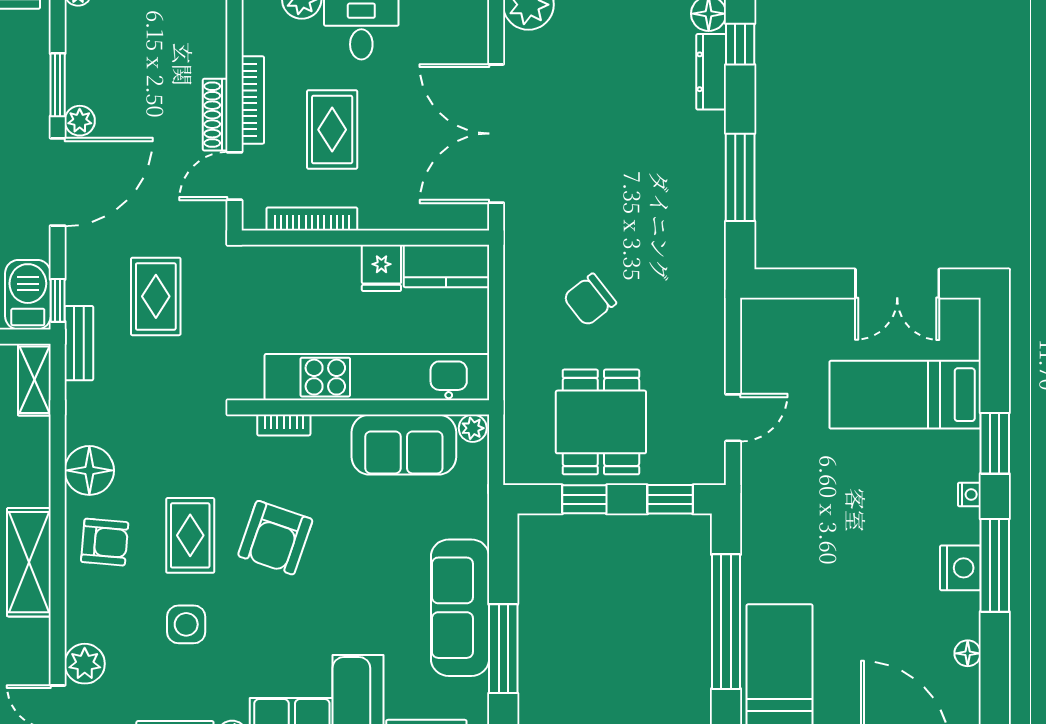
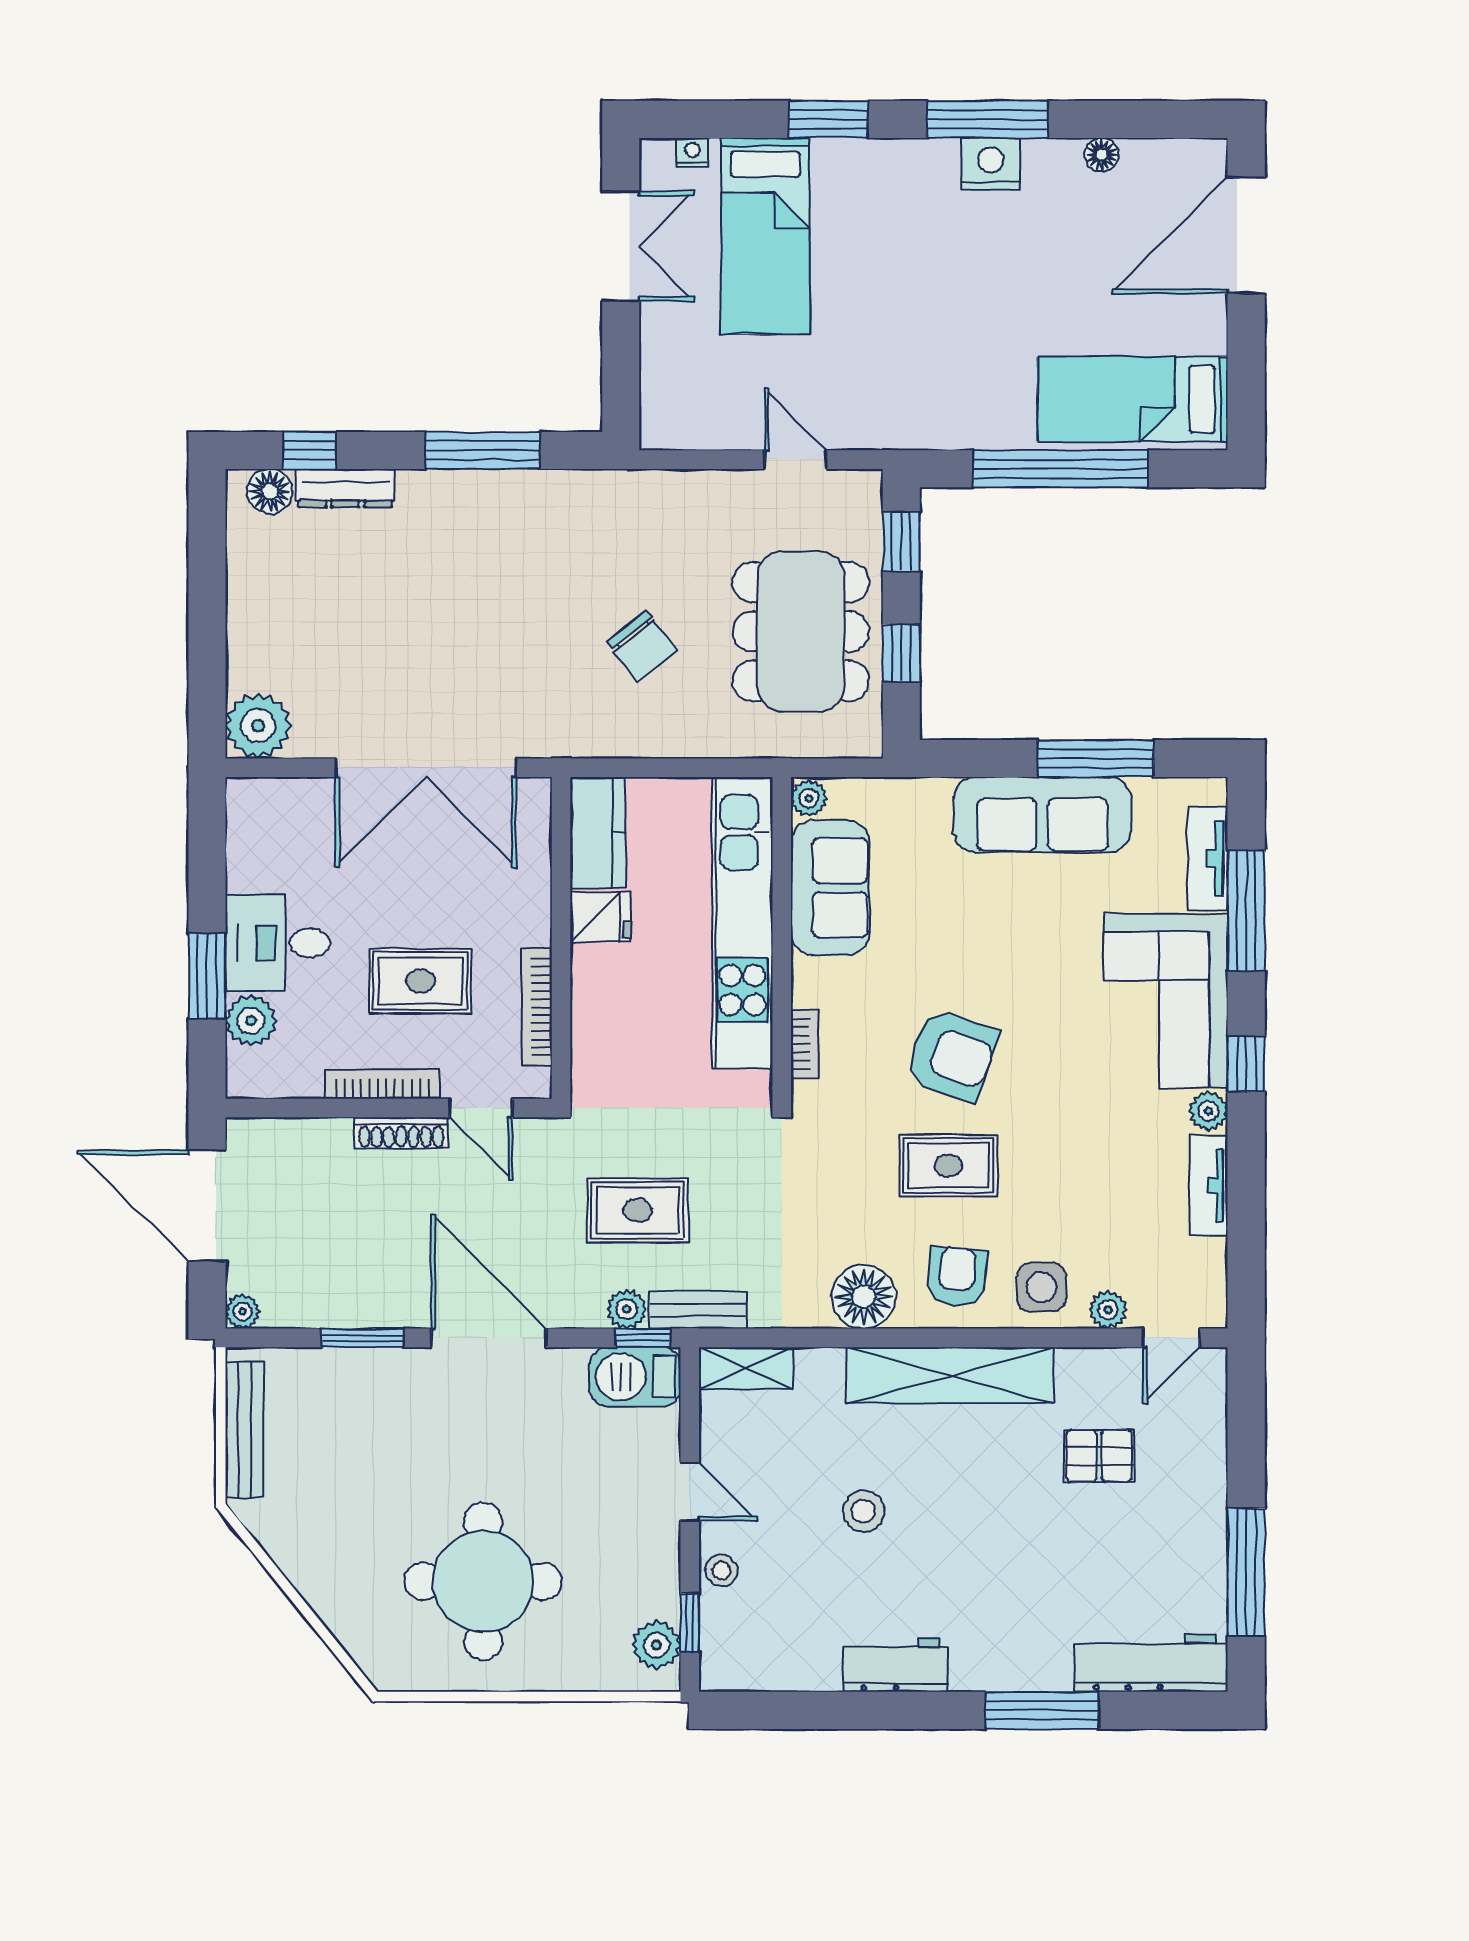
plant: (80, 121) -> (627, 1309), moved
dining table: (601, 422) -> (801, 631), width x1.38
nightstand: (969, 494) -> (692, 152), moved
shelving: (29, 562) -> (950, 1375), width x1.47
side table: (186, 624) -> (1042, 1287), moved
plant: (85, 664) -> (1108, 1310), width x0.73, depth x0.73

